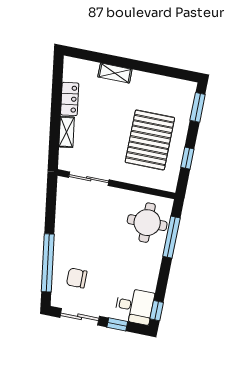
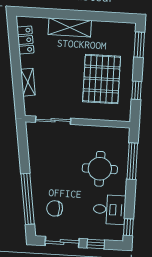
shelving: (115, 73) -> (70, 27), width x1.50, depth x1.33
locker: (70, 99) -> (25, 40), moved
round table: (147, 223) -> (100, 169), moved
desk: (134, 306) -> (109, 209), moved

